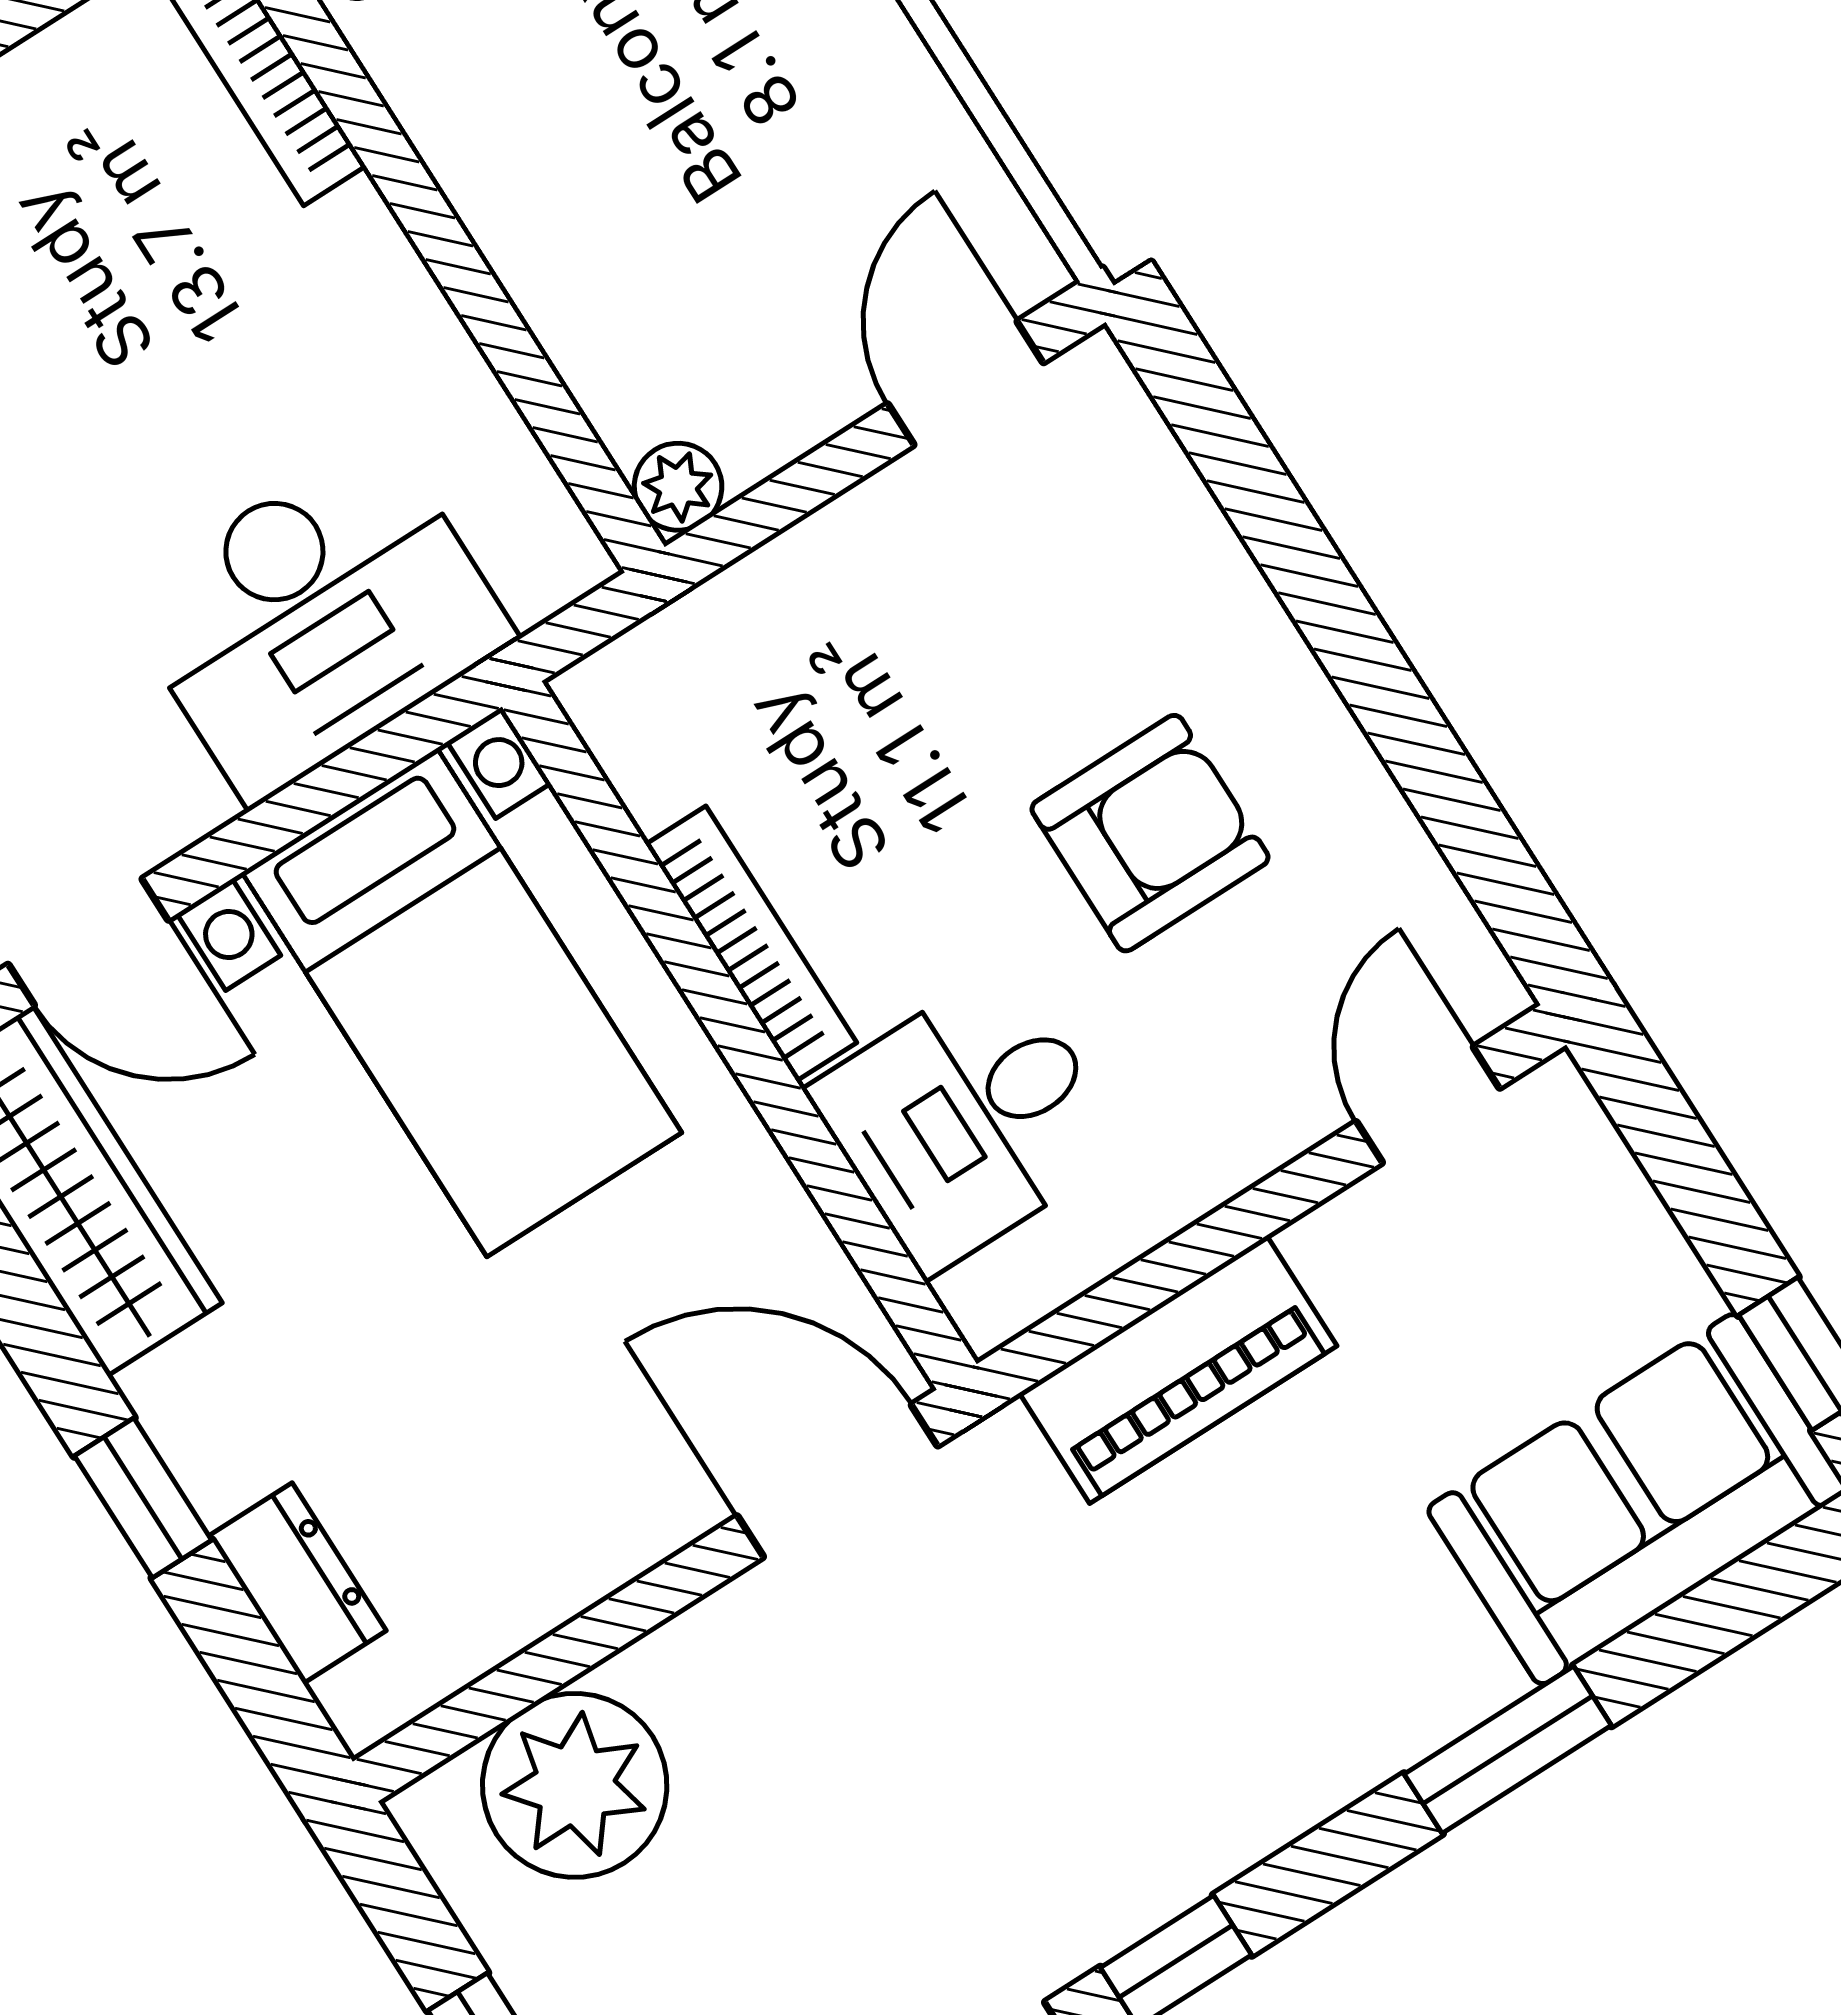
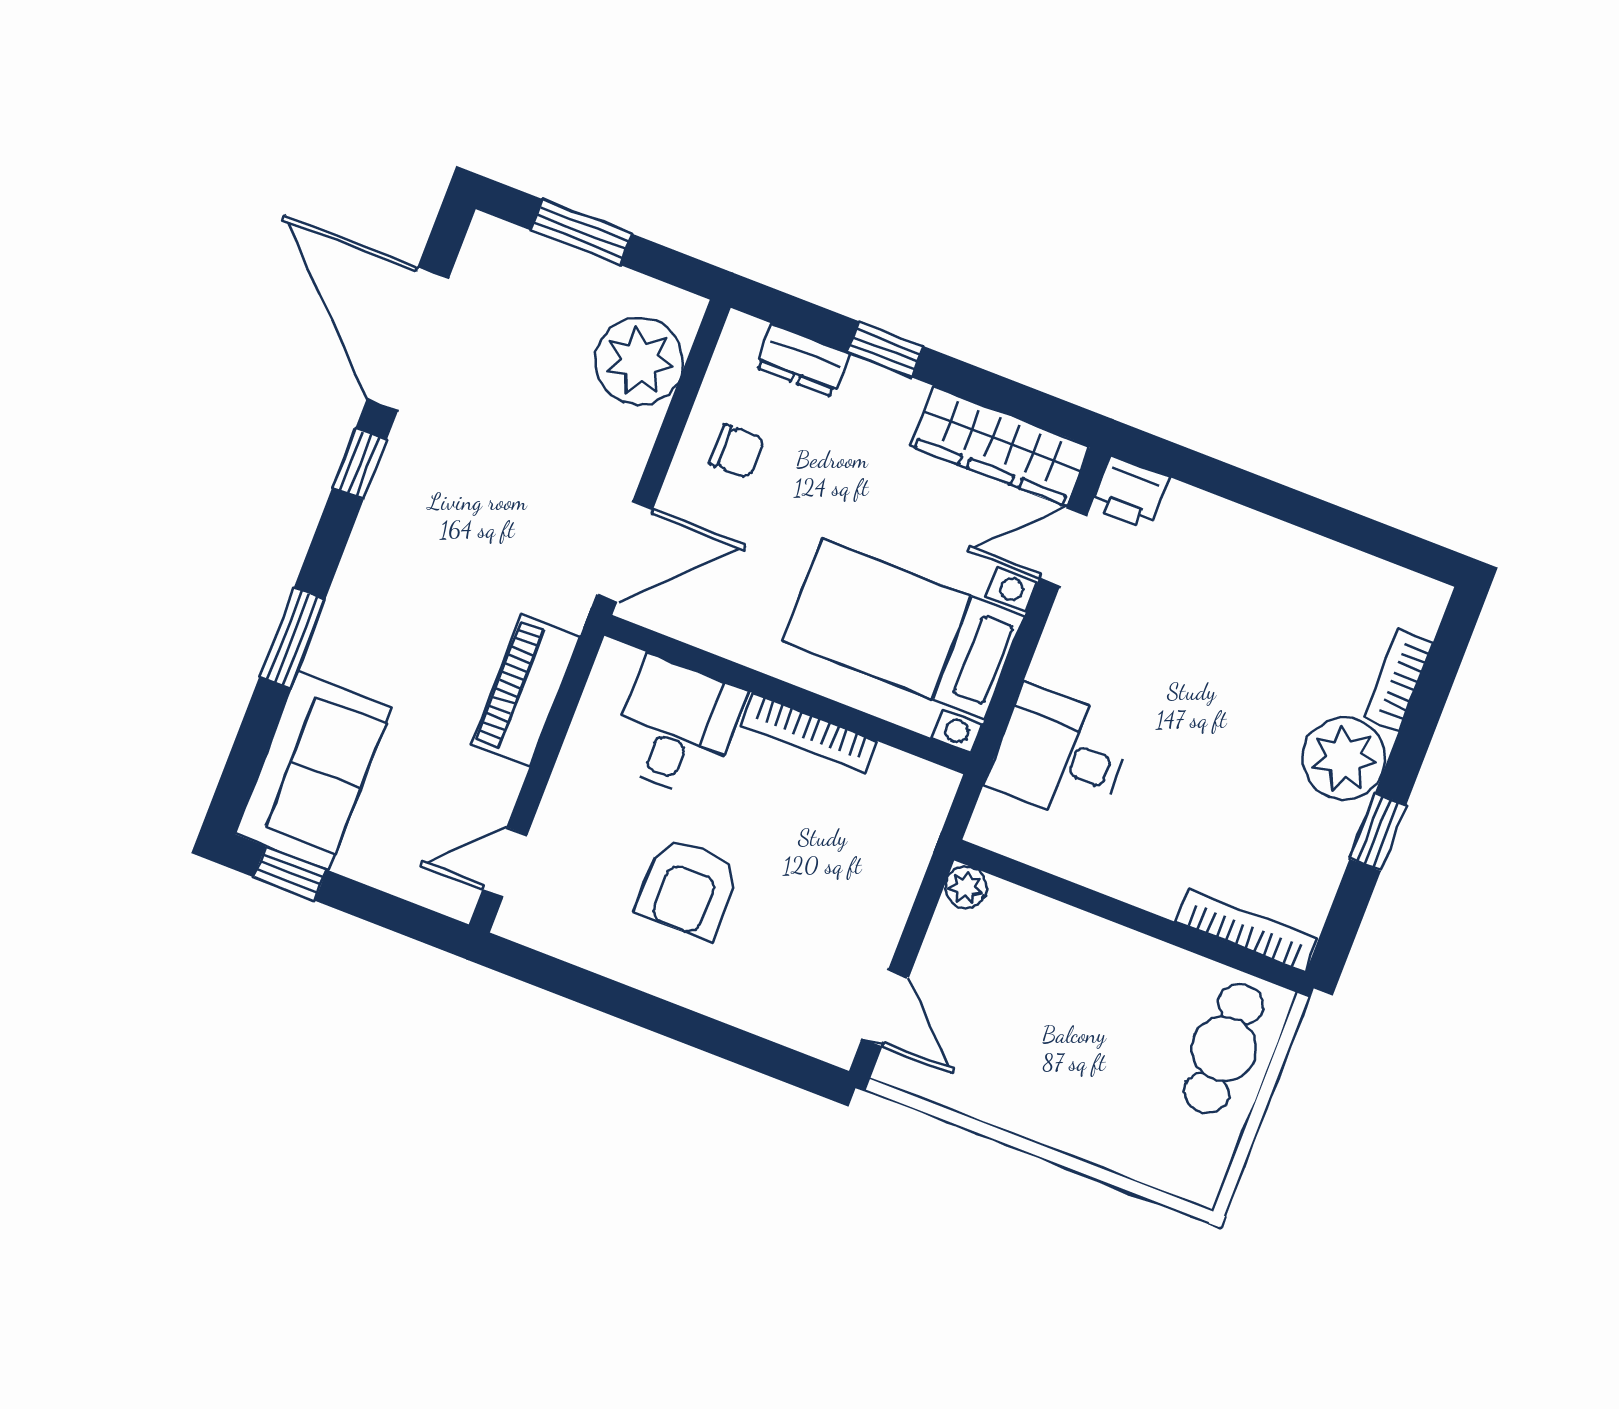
desk: (317, 618) -> (1060, 755), width x0.73
door: (1428, 1105) -> (505, 862), swing flipped
chair: (522, 1511) -> (737, 451), added

